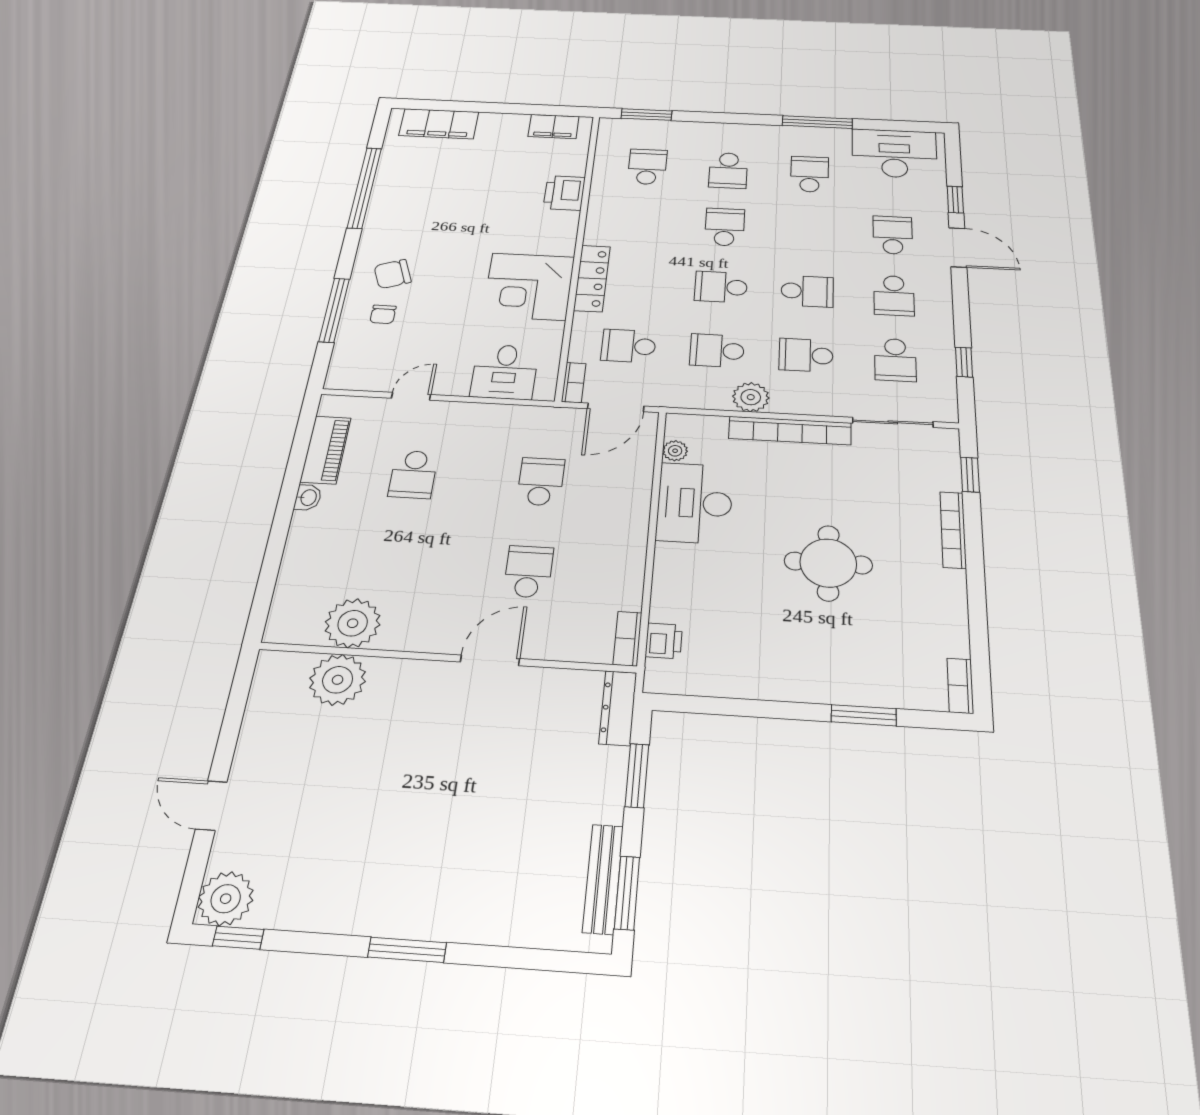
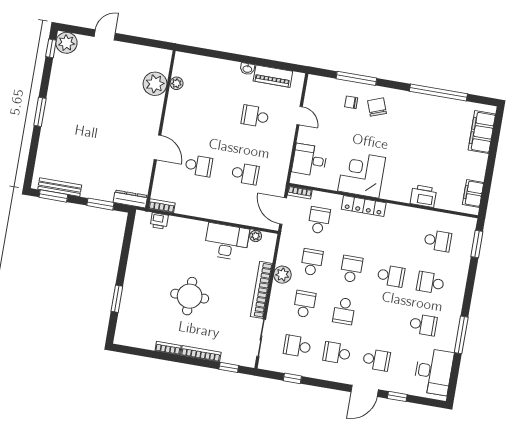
plant: (353, 623) -> (177, 83), width x0.53, depth x0.53
bookcase: (960, 686) -> (168, 348), moved

